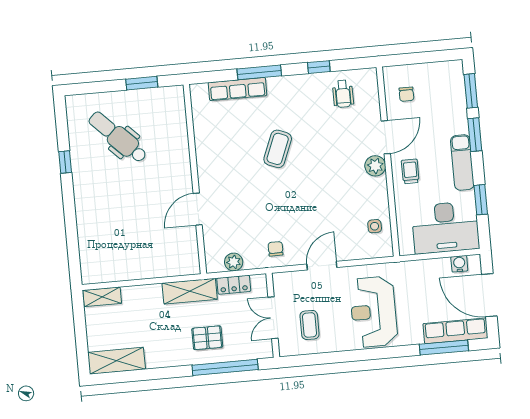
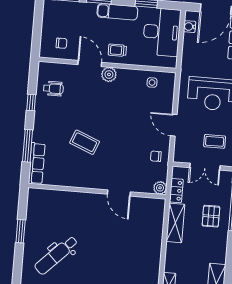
wall: (195, 179) -> (97, 191), moved
door: (198, 209) -> (119, 193), moved

